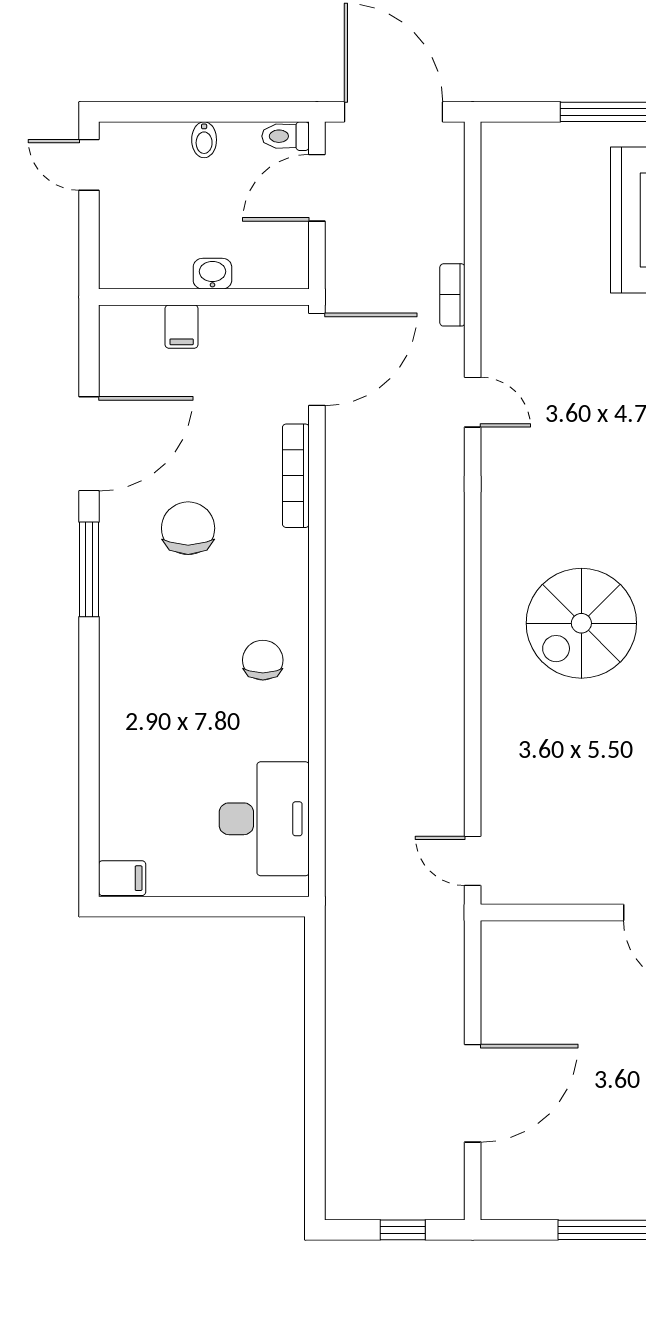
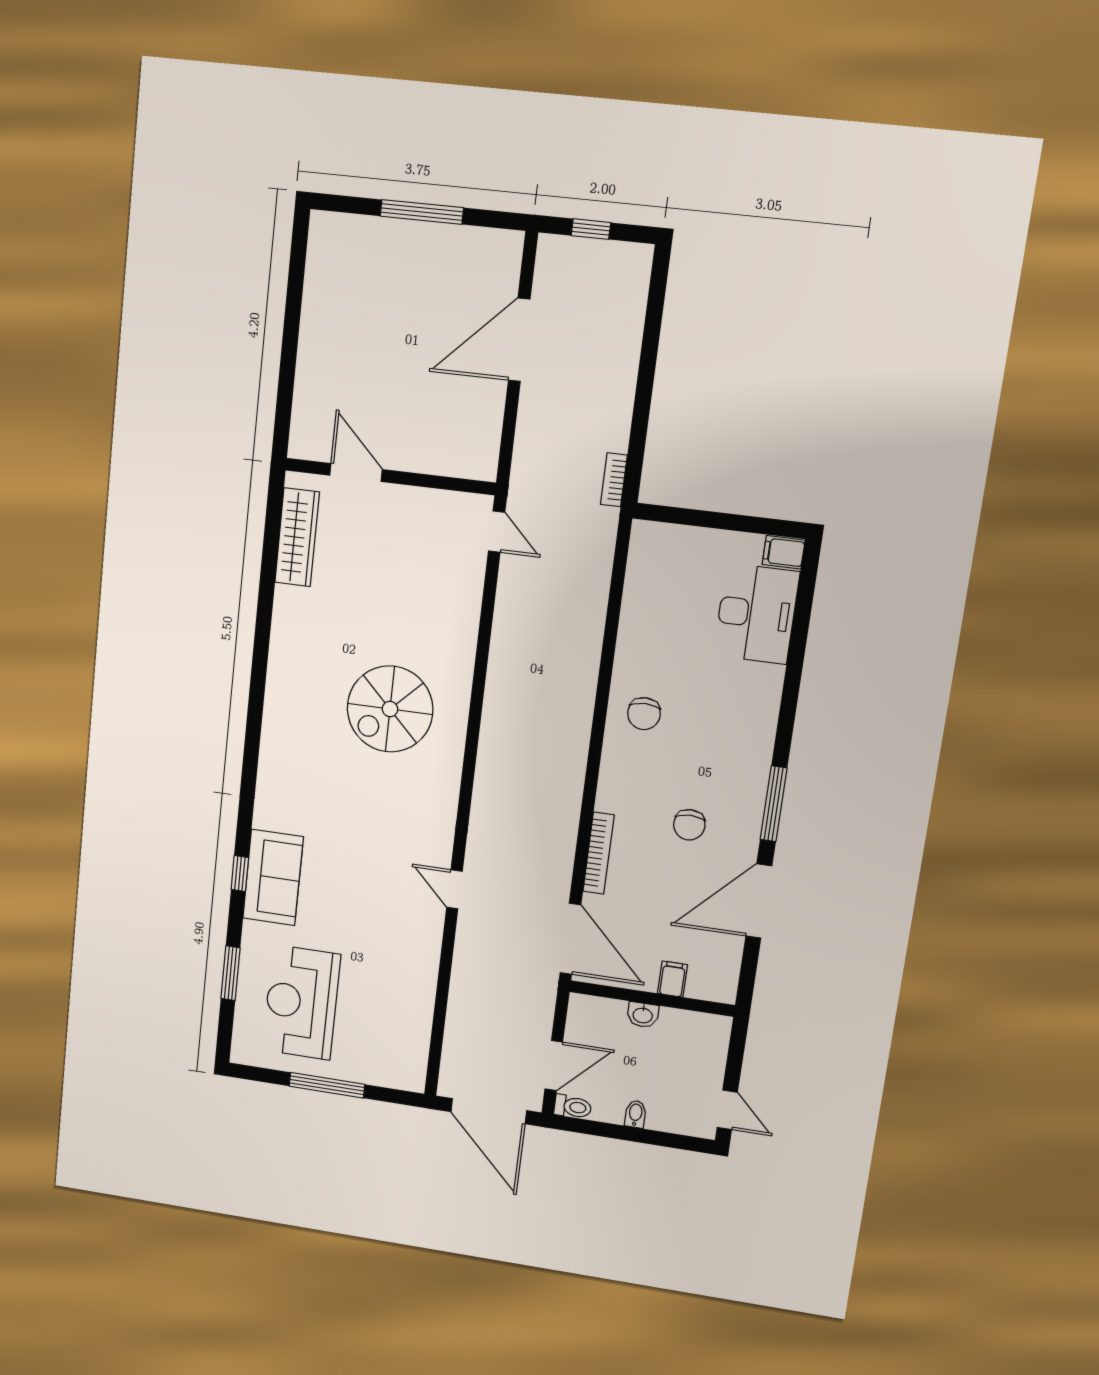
bookcase: (452, 295) -> (614, 480), moved, turned 180
door: (317, 359) -> (570, 939), swing flipped
chair: (188, 528) -> (689, 825), width x0.73, depth x0.73
spiral stairs: (581, 623) -> (390, 709), turned 180
desk: (264, 819) -> (756, 614), moved, turned 180

